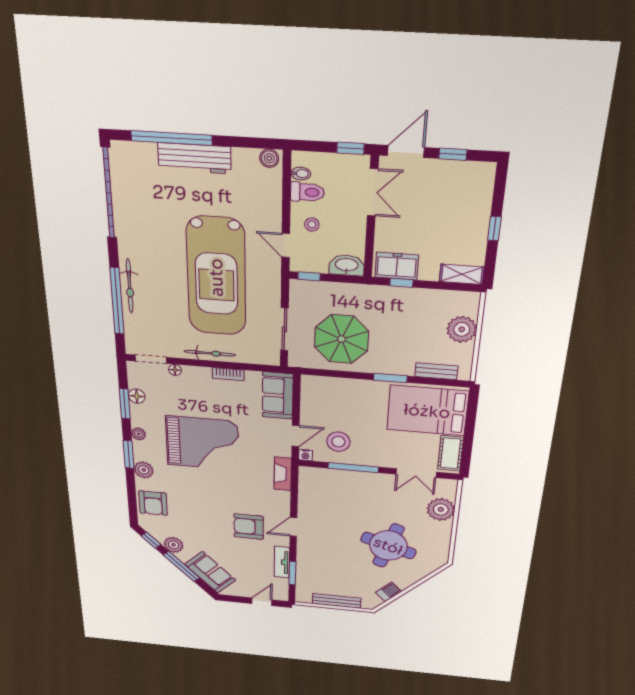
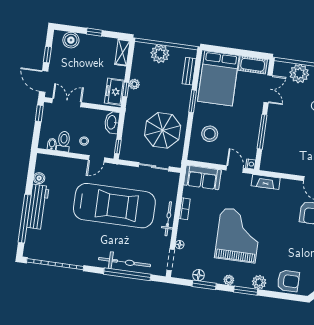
boiler: (269, 158) -> (39, 178), moved
boiler: (480, 192) -> (71, 40), added
bicycle: (130, 286) -> (125, 262), width x1.37, depth x1.40
plant: (411, 295) -> (134, 84), added
stool: (338, 442) -> (210, 134), moved

